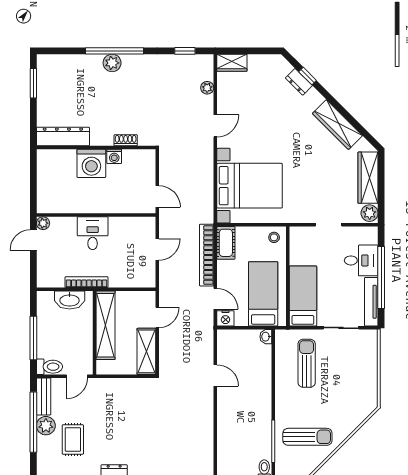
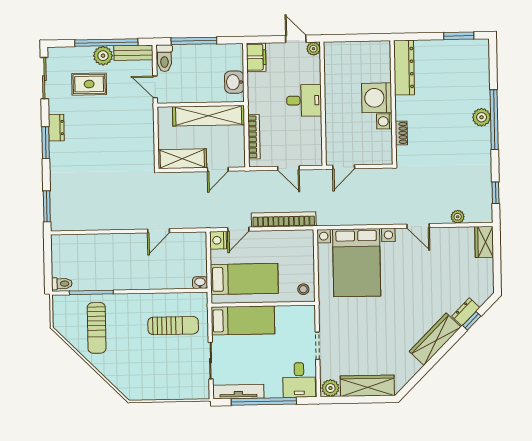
wardrobe: (337, 125) -> (435, 339), moved
cot: (226, 243) -> (297, 239), removed
desk: (361, 260) -> (299, 380), moved
filing cabinet: (50, 278) -> (256, 57), added
bookcase: (87, 282) -> (254, 137), moved
washbasin: (70, 300) -> (234, 82), width x0.72
door: (157, 317) -> (218, 169), hinge flipped

